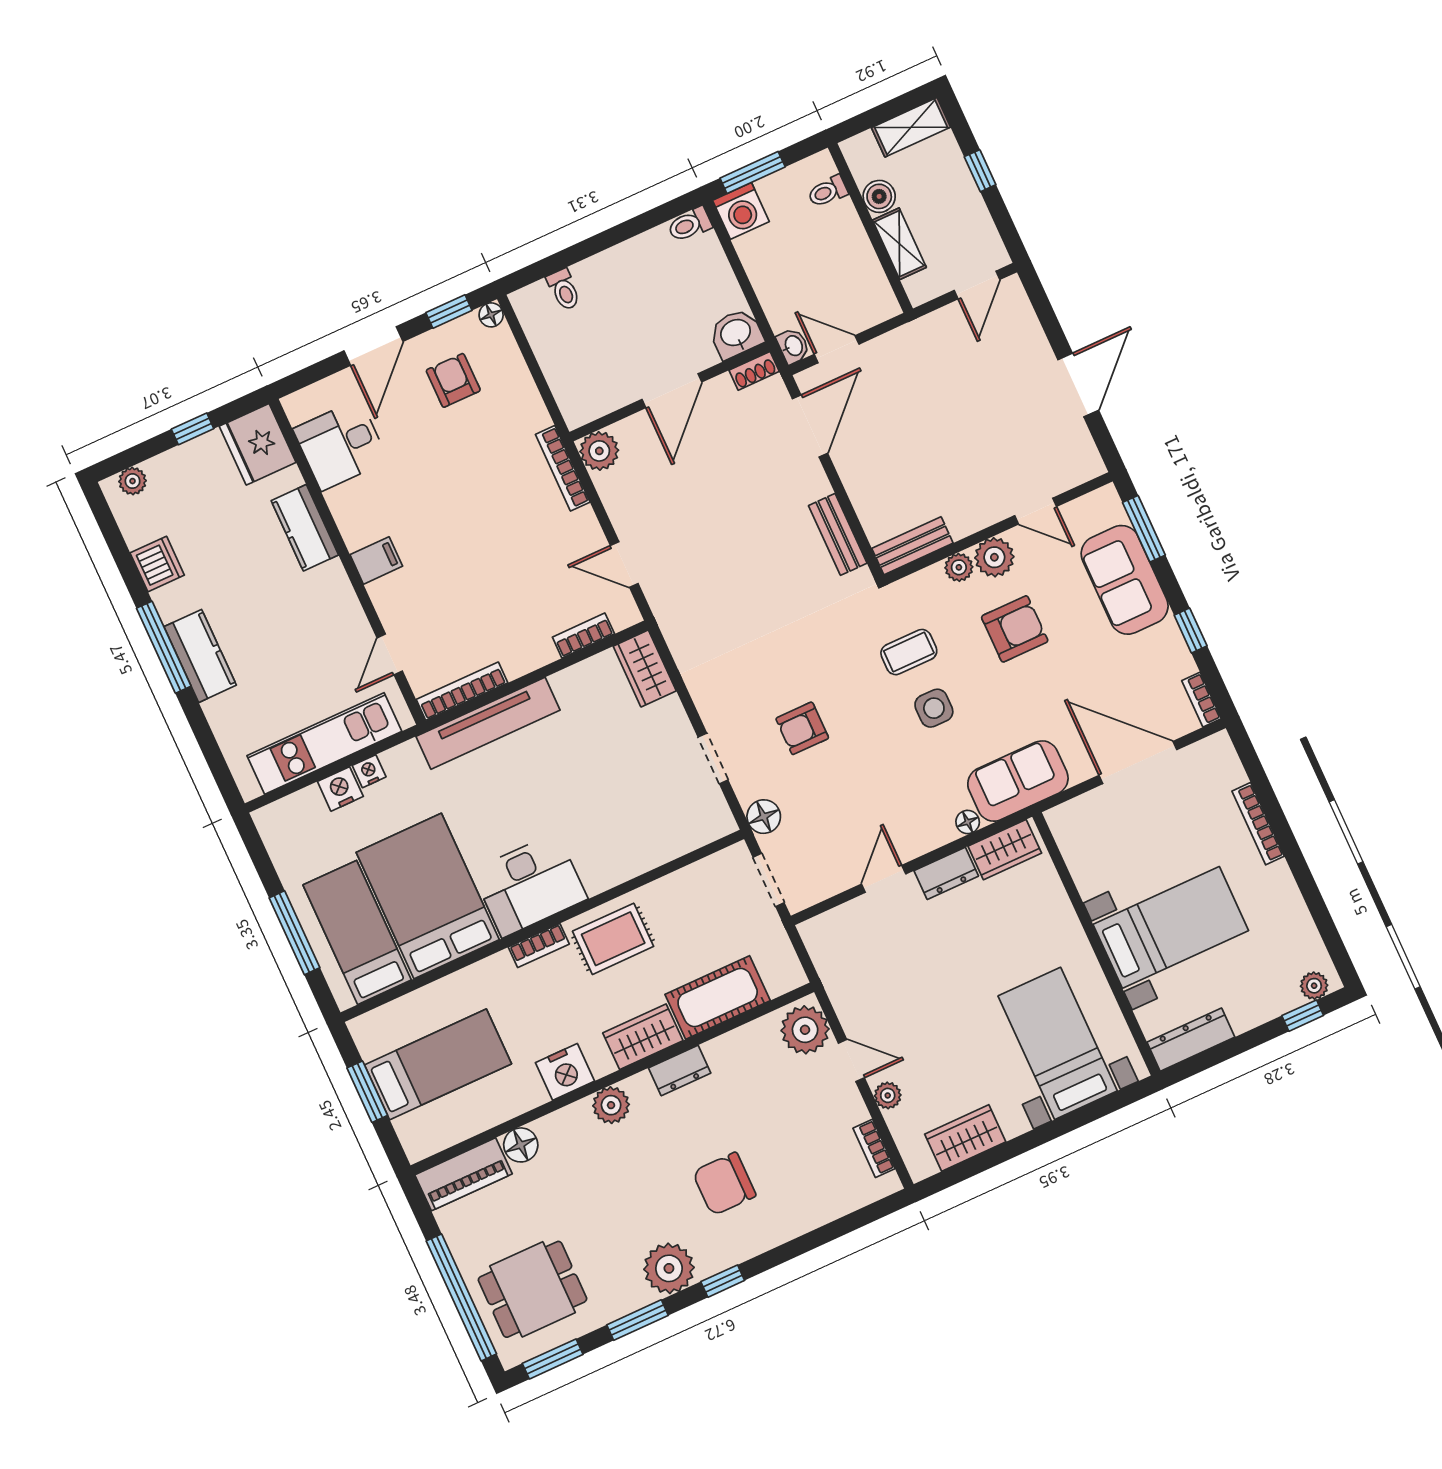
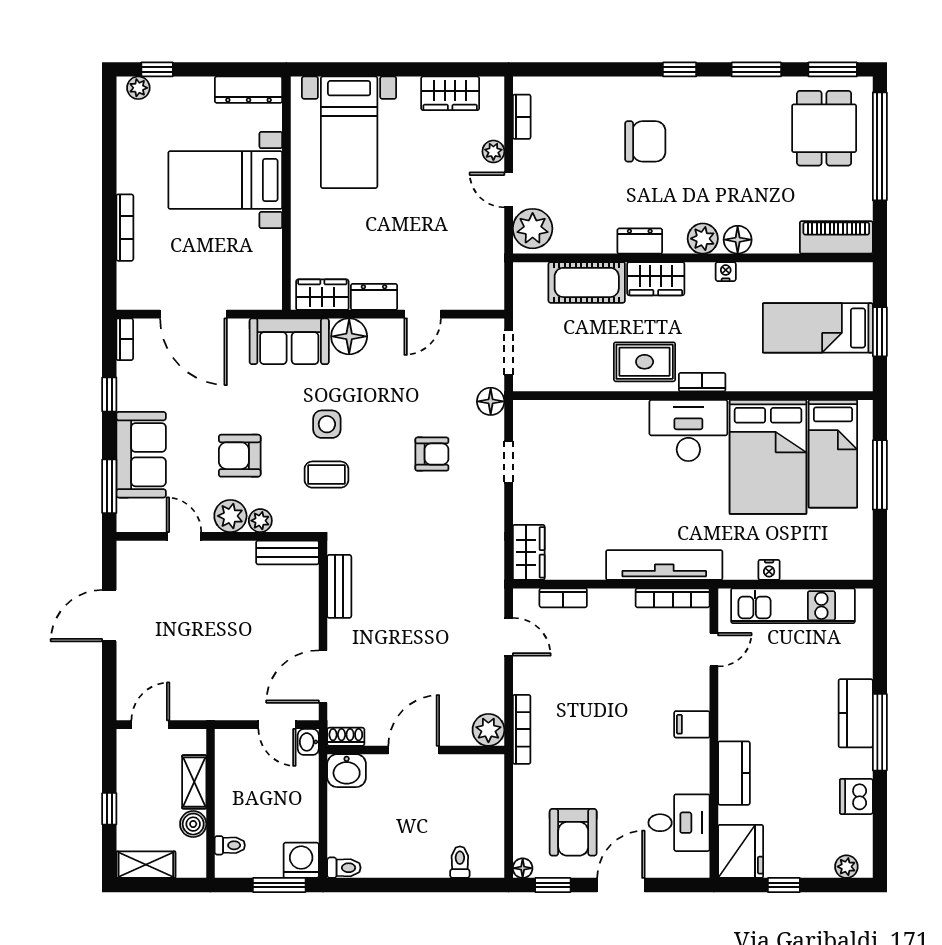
armchair: (453, 380) -> (573, 832), width x1.38, depth x1.38
nightstand: (340, 789) -> (797, 566), removed
floor lamp: (968, 822) -> (349, 336), width x1.89, depth x1.89
nightstand: (565, 1072) -> (726, 272), width x0.53, depth x0.56
floor lamp: (521, 1145) -> (738, 240), moved
plant: (669, 1268) -> (715, 97), removed
dining table: (533, 1289) -> (824, 128), turned 90

